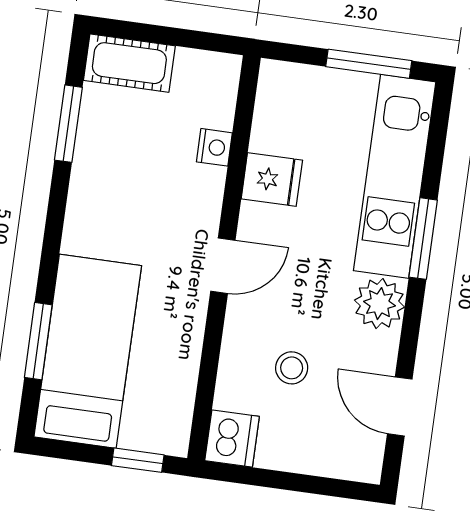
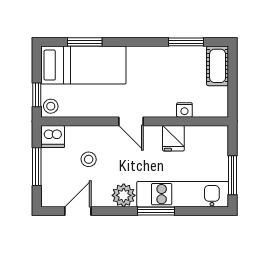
stool: (166, 433) -> (51, 106), added
window: (292, 482) -> (37, 167), added

